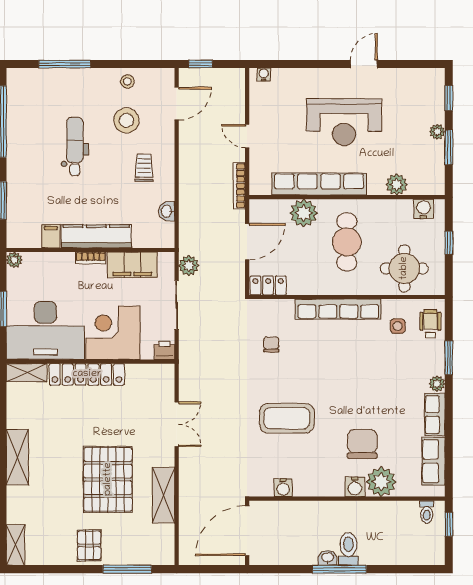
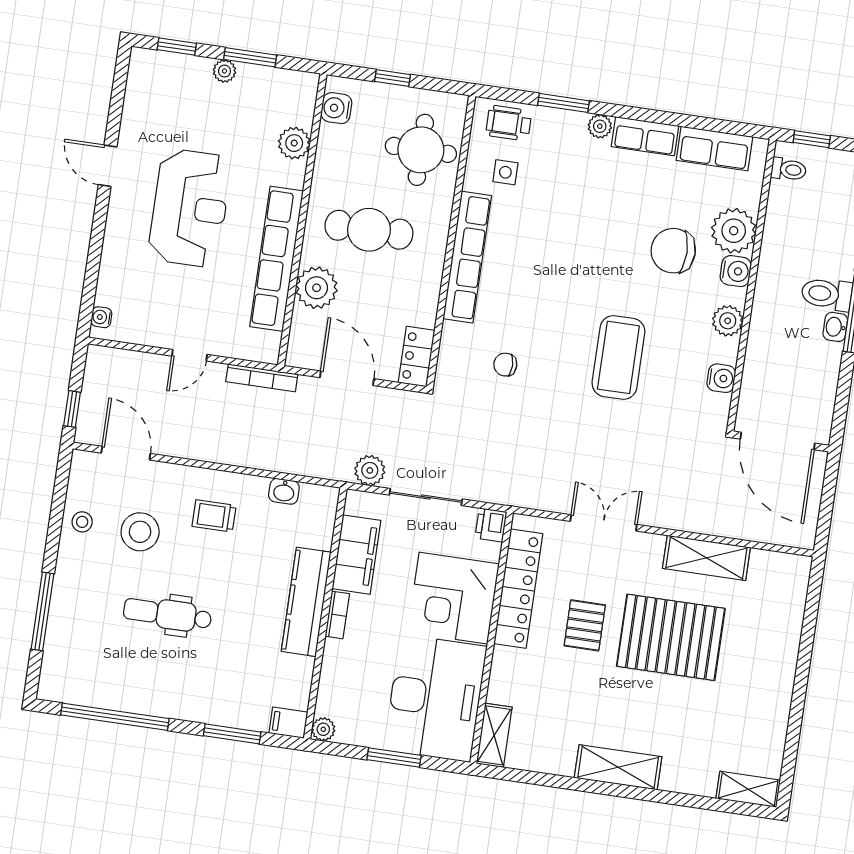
filing cabinet: (51, 236) -> (288, 723), moved
locker: (87, 374) -> (518, 589), moved
plant: (321, 486) -> (728, 321), added
pallet: (89, 545) -> (585, 625), moved, turned 90
window: (127, 569) -> (809, 628), removed

